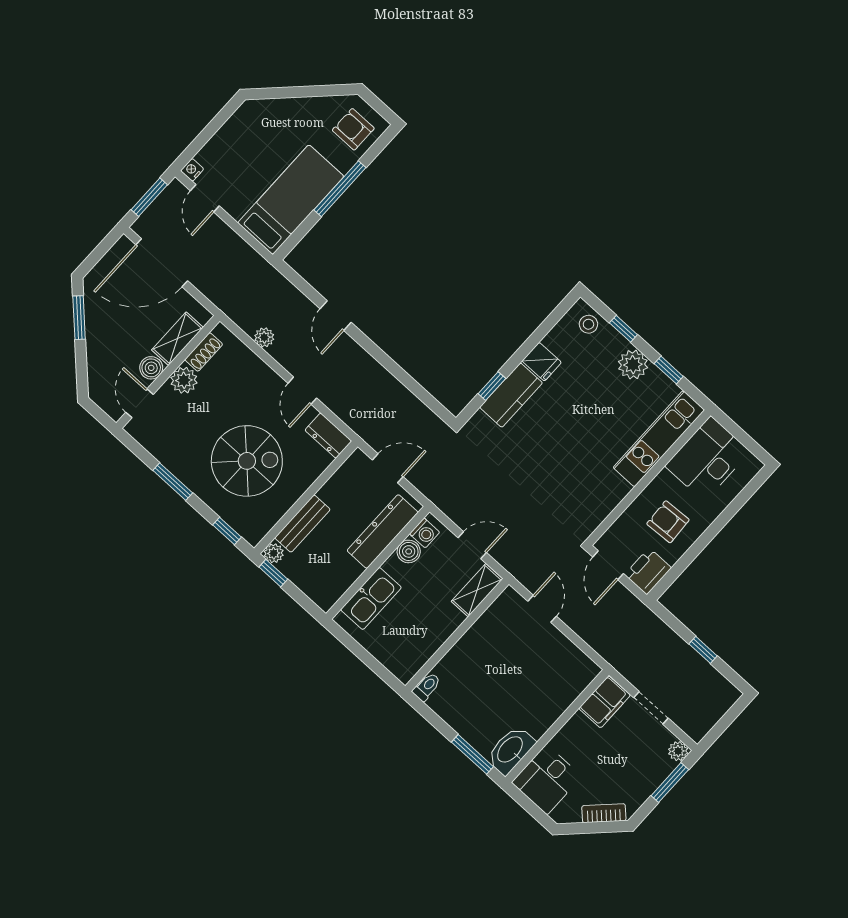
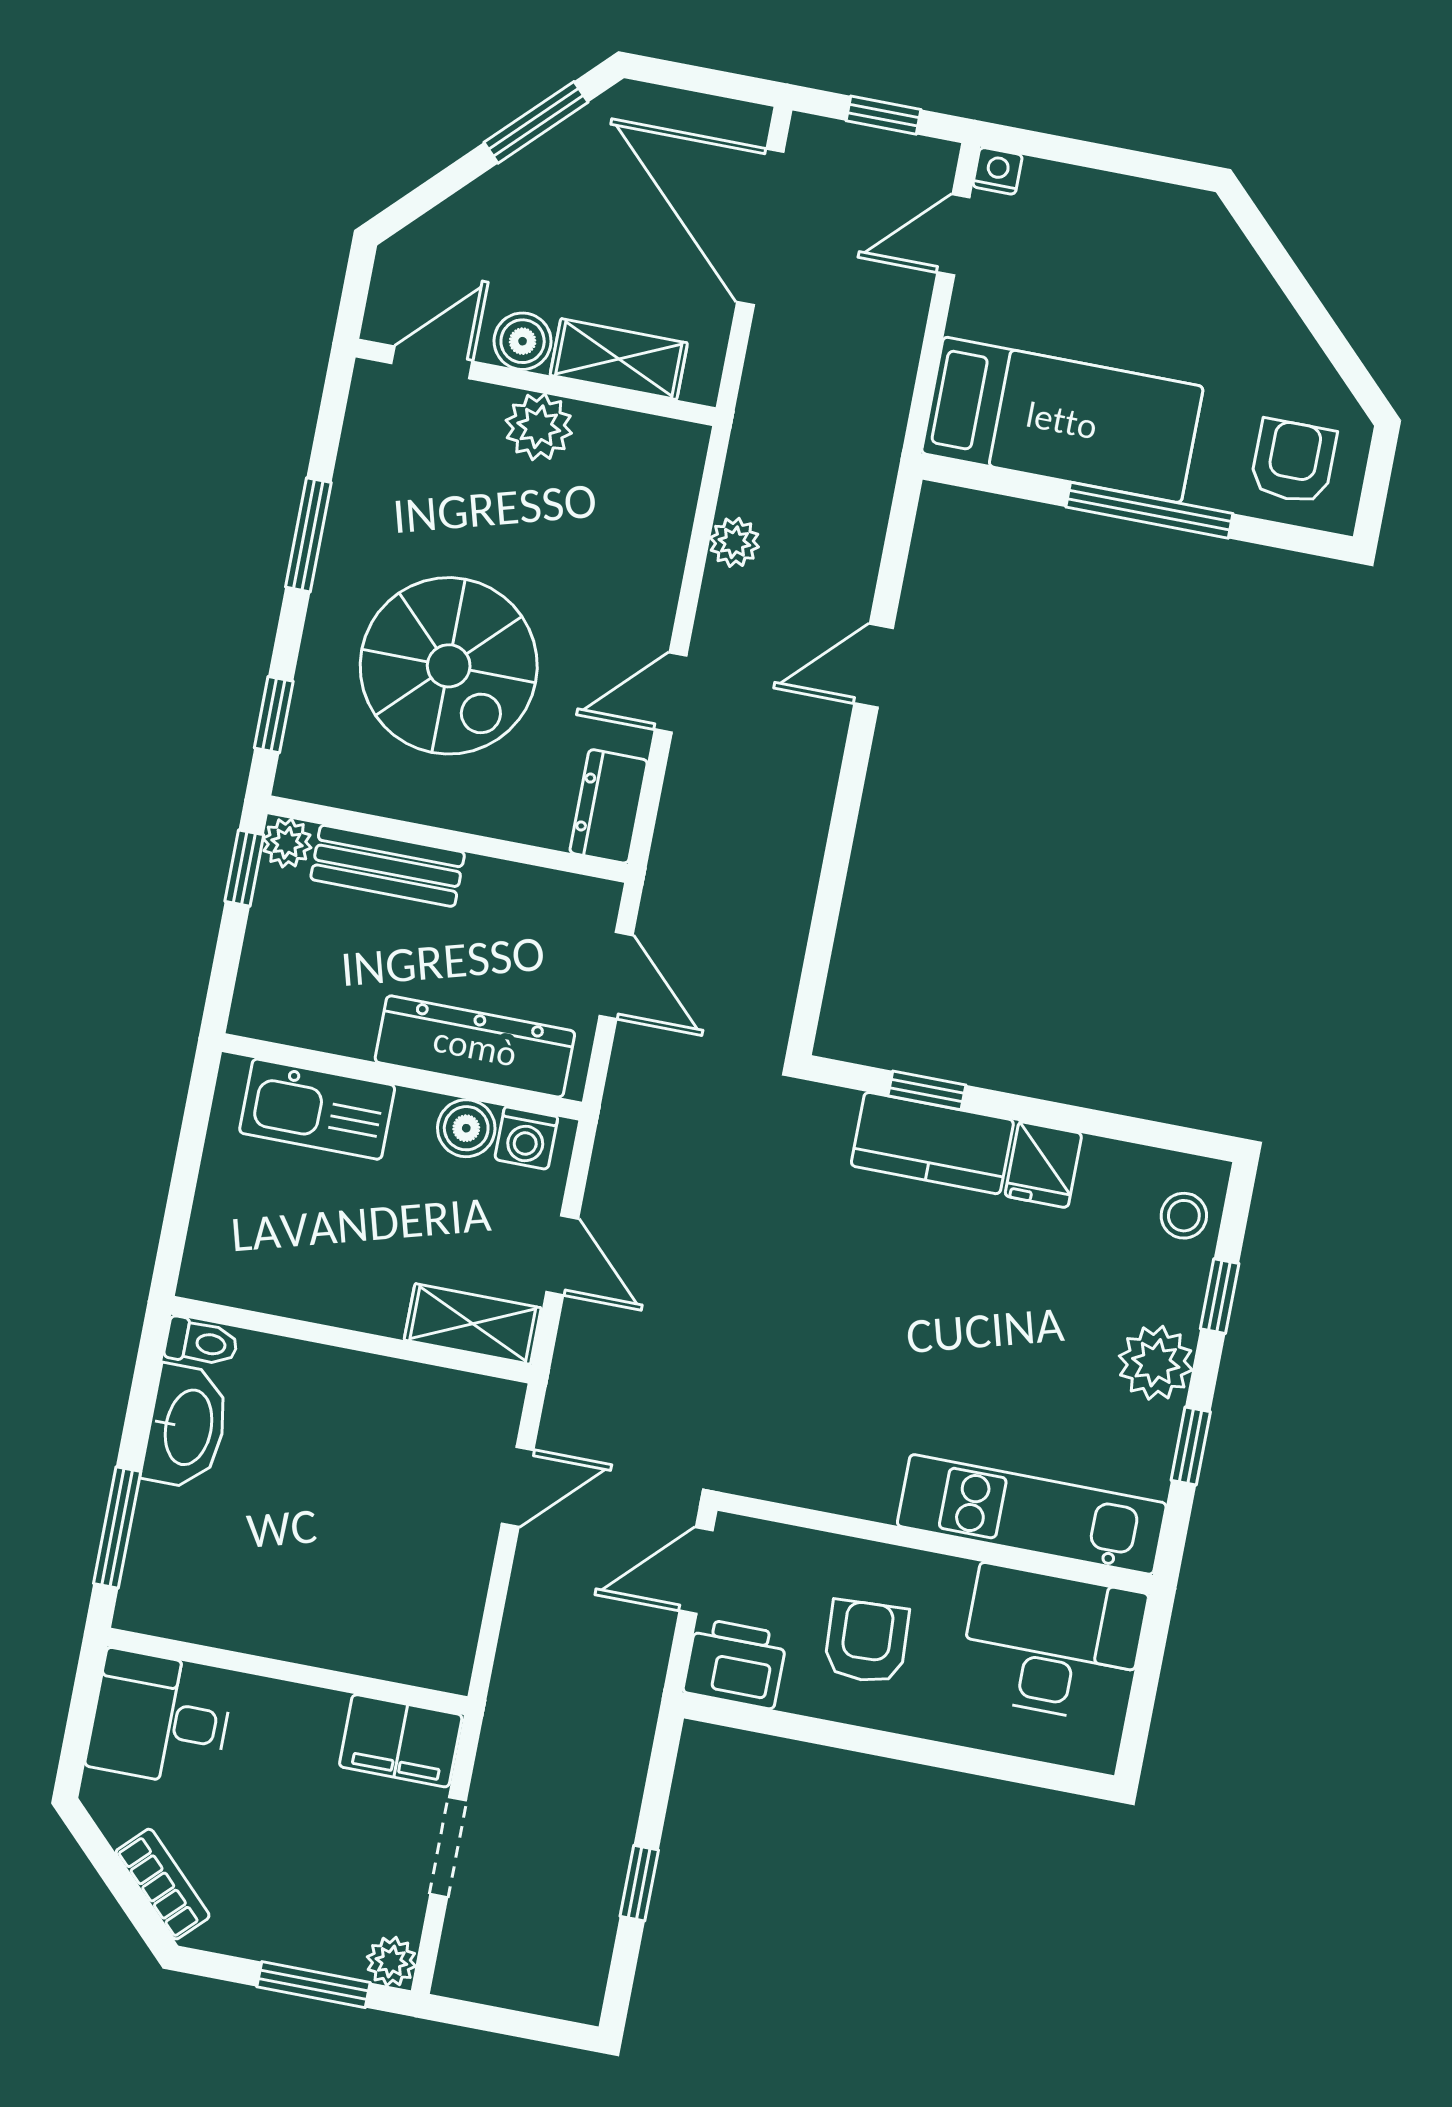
window: (149, 197) -> (883, 115), width x0.67
shoe rack: (204, 352) -> (625, 432), removed
washbasin: (511, 750) -> (186, 1427), moved, turned 90

